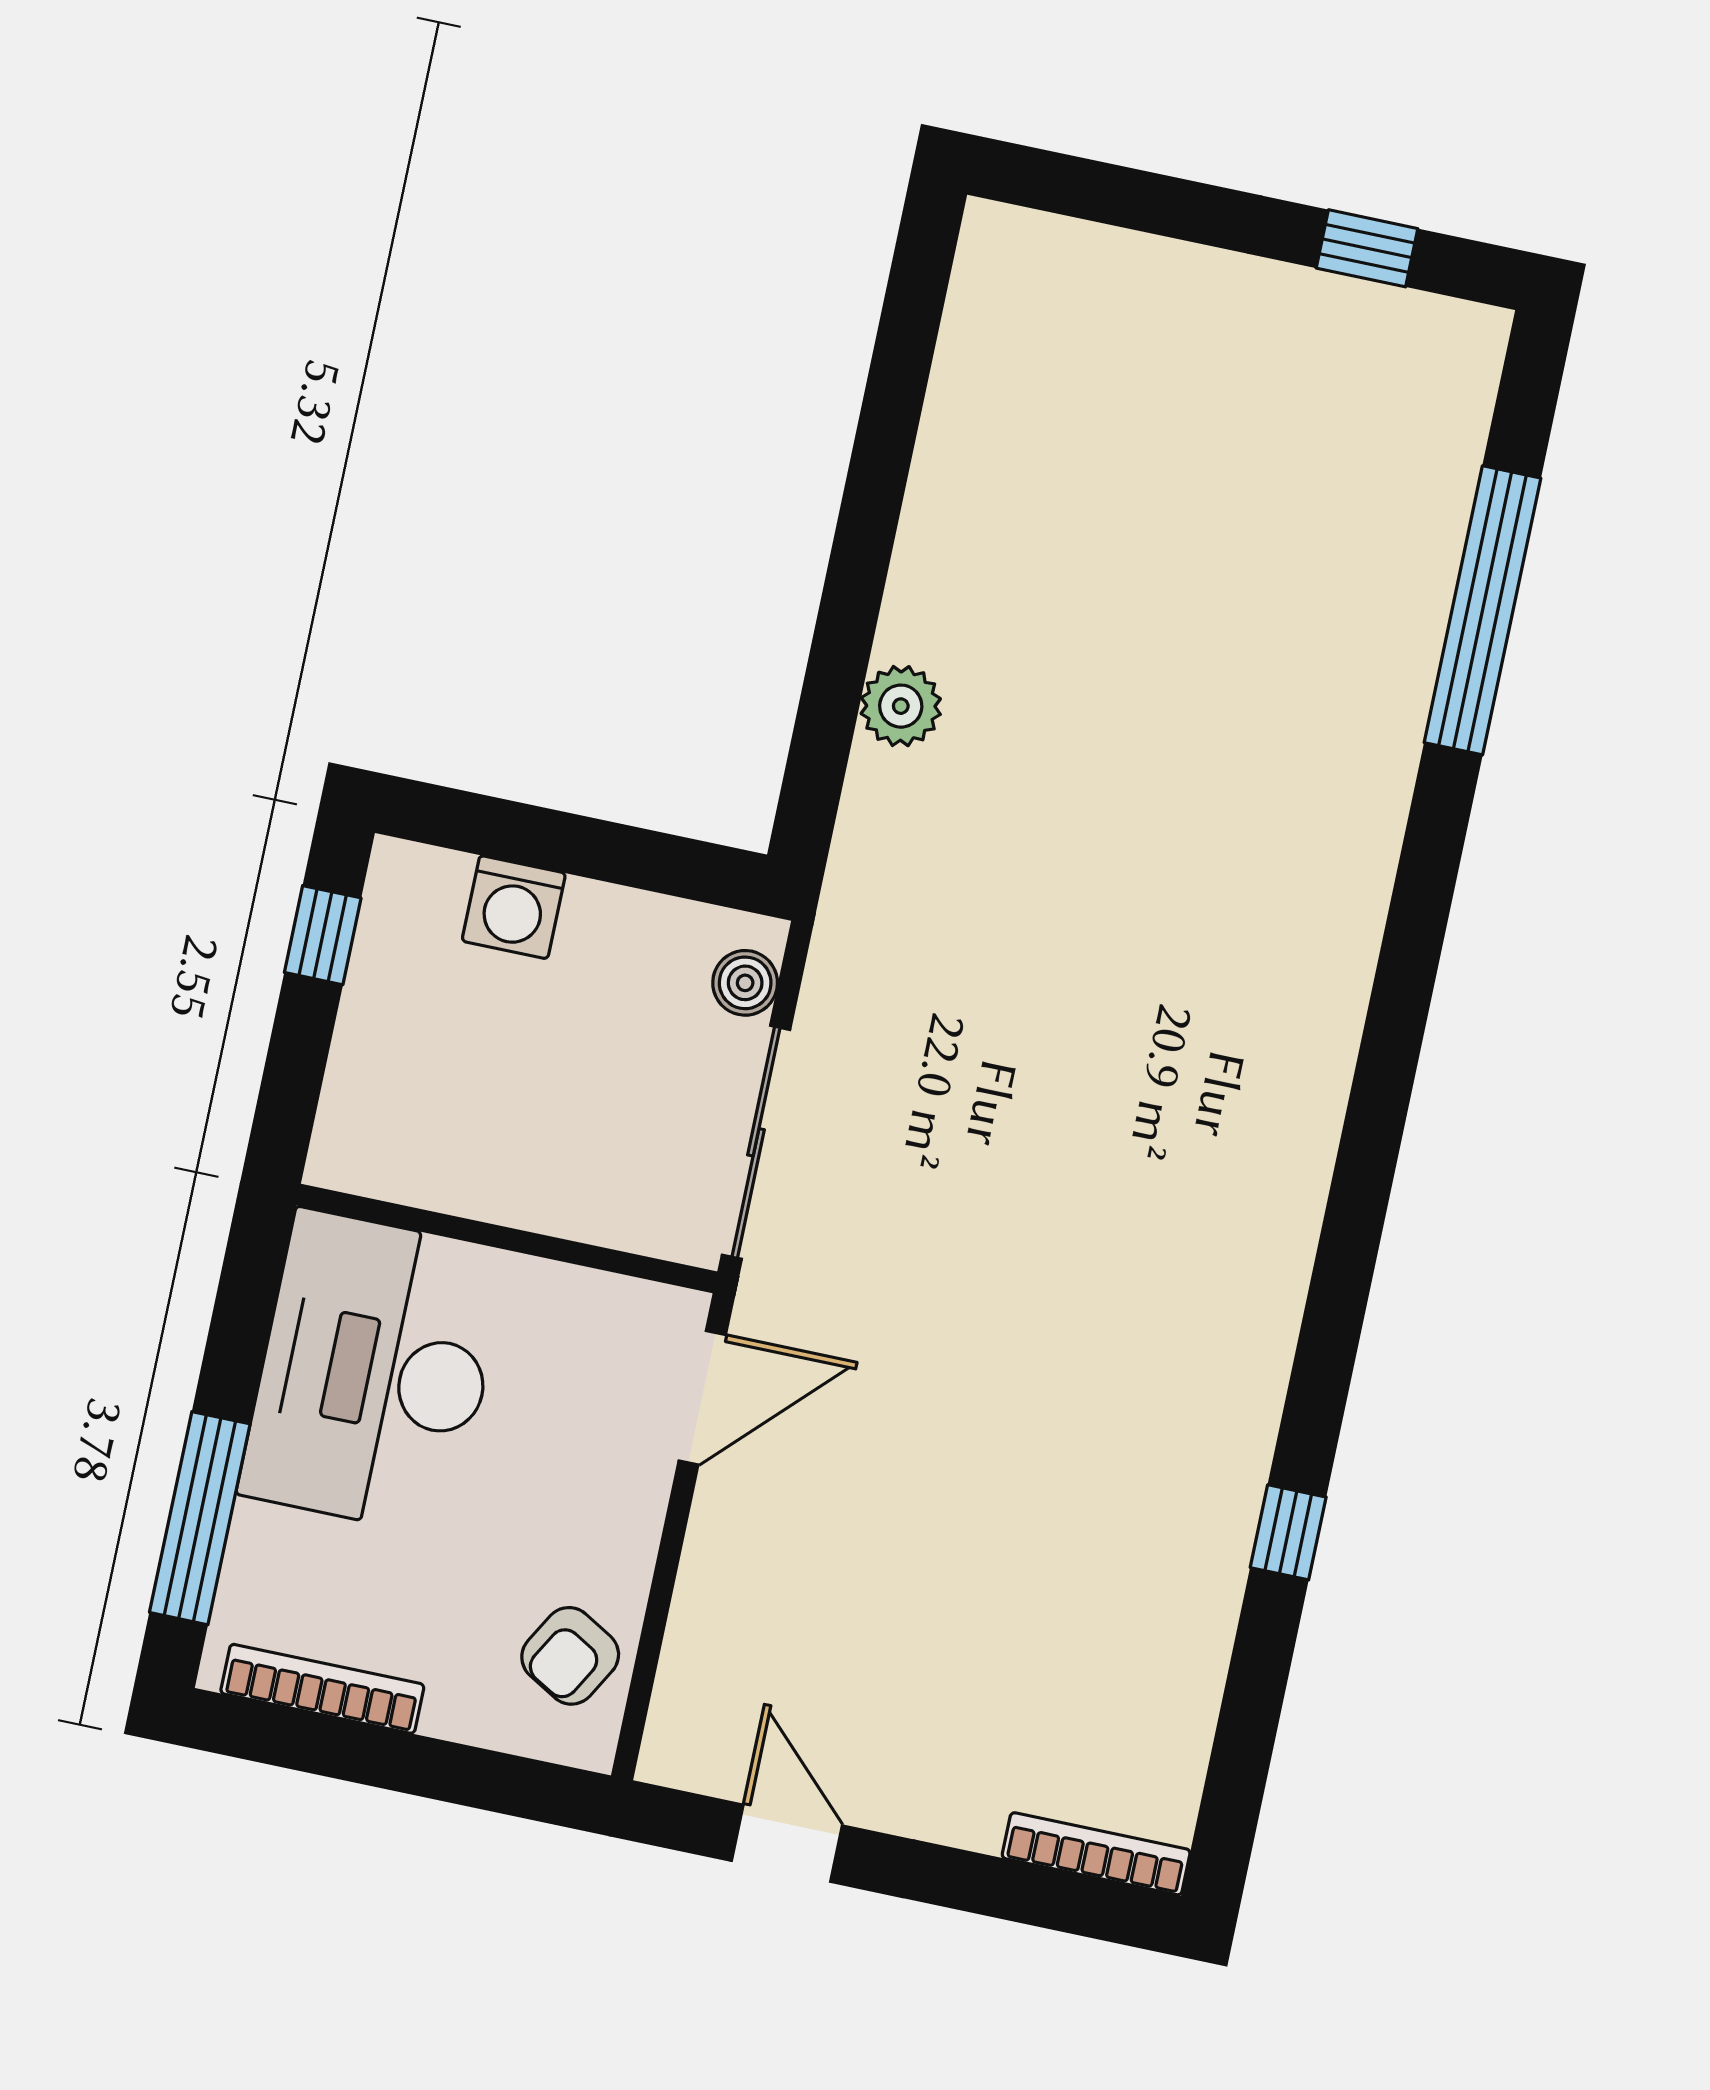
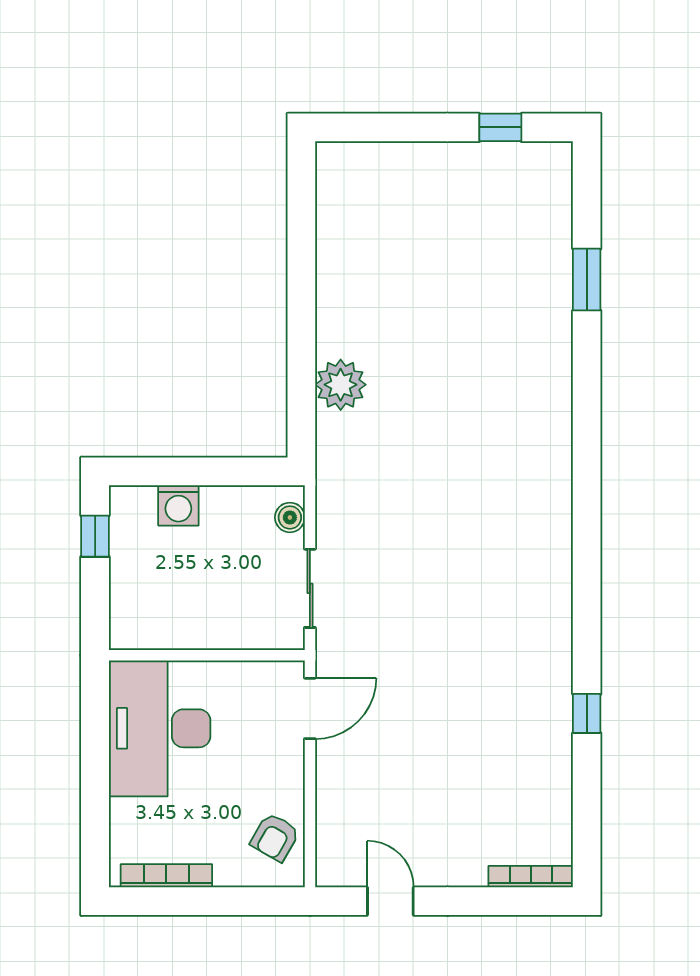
window: (1482, 610) -> (587, 280), width x0.47
plant: (901, 706) -> (341, 385), width x1.36, depth x1.36
sliding door: (756, 1142) -> (310, 588), width x0.73
window: (200, 1518) -> (95, 810), removed

